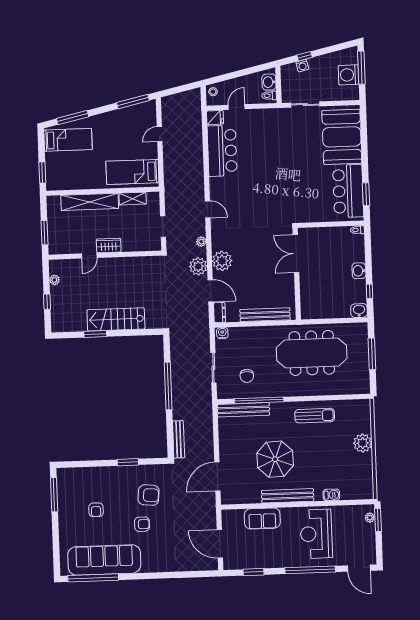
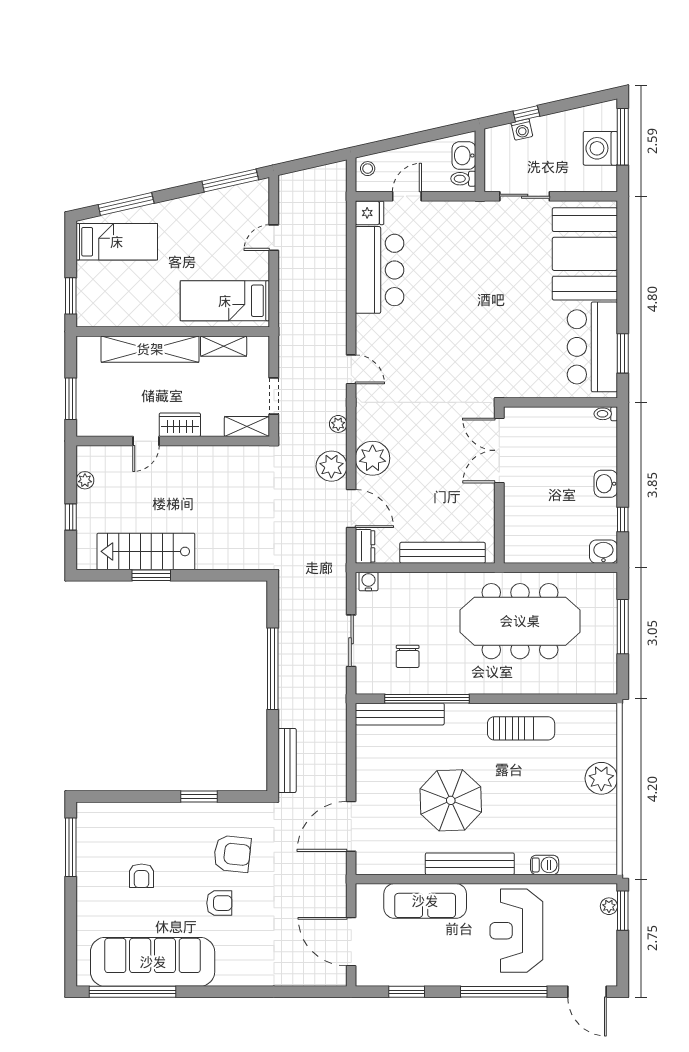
shelving: (148, 245) -> (247, 427), added
stairs: (116, 319) -> (146, 551), moved
sofa: (262, 518) -> (425, 901), width x1.36

